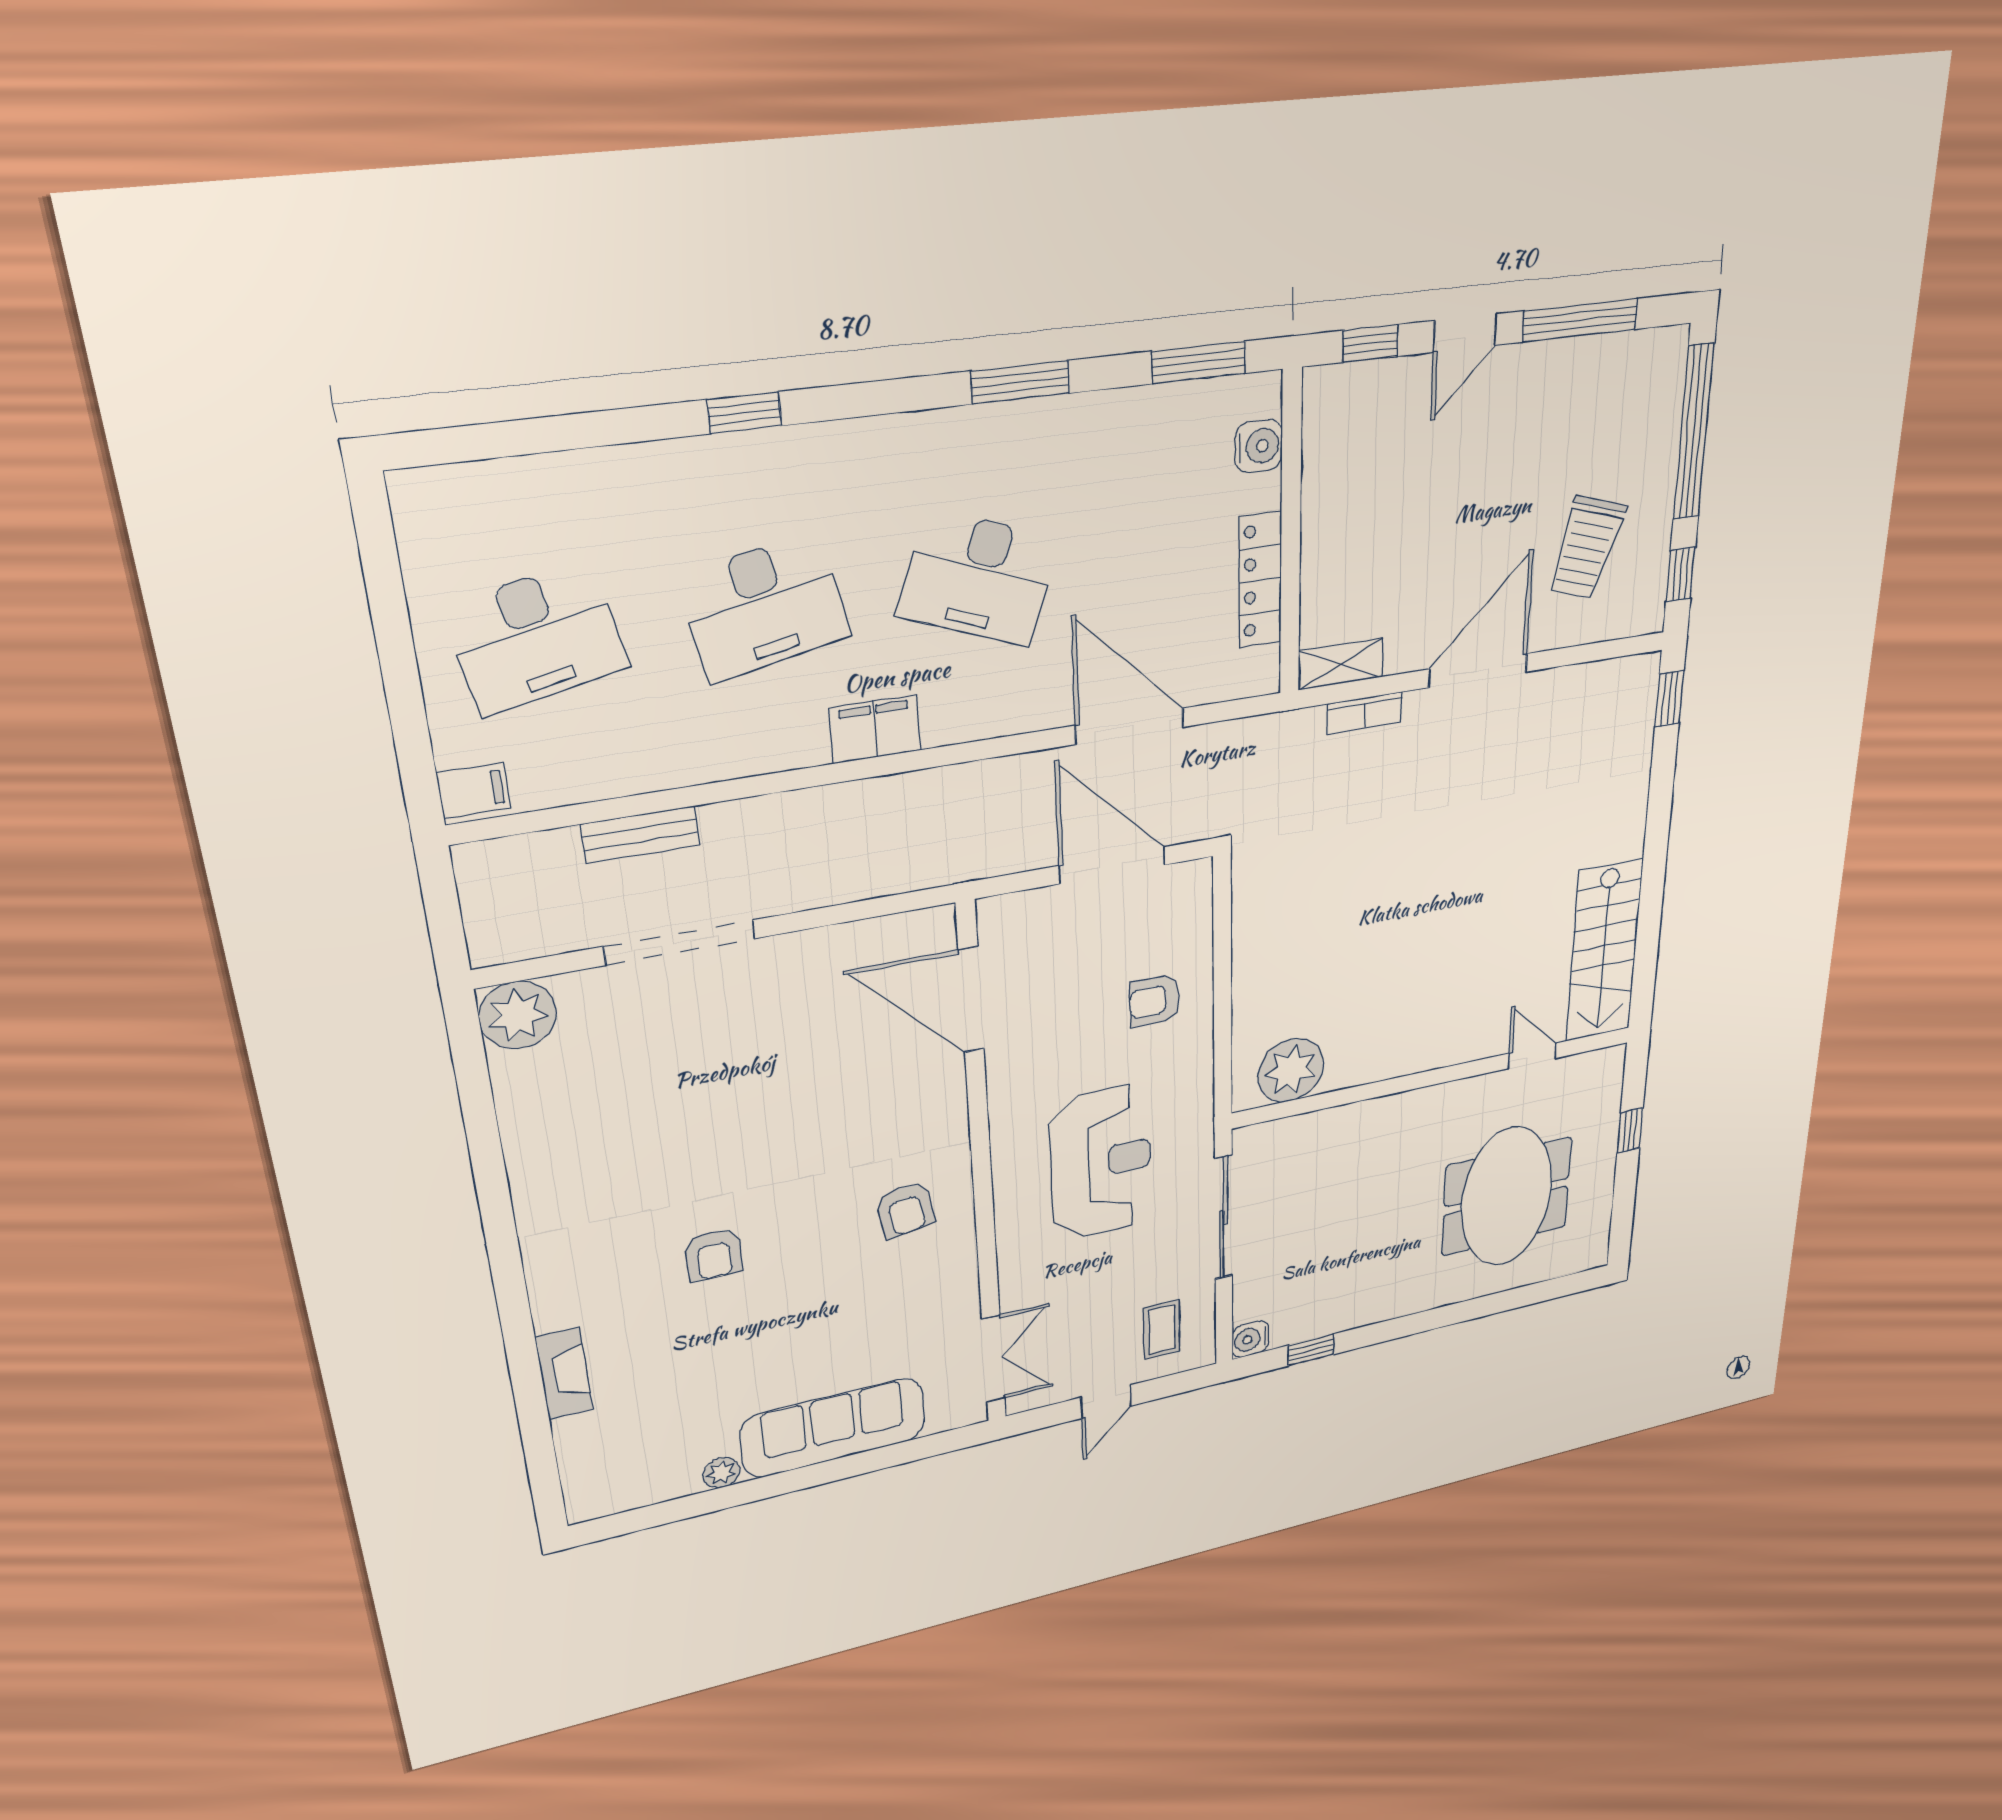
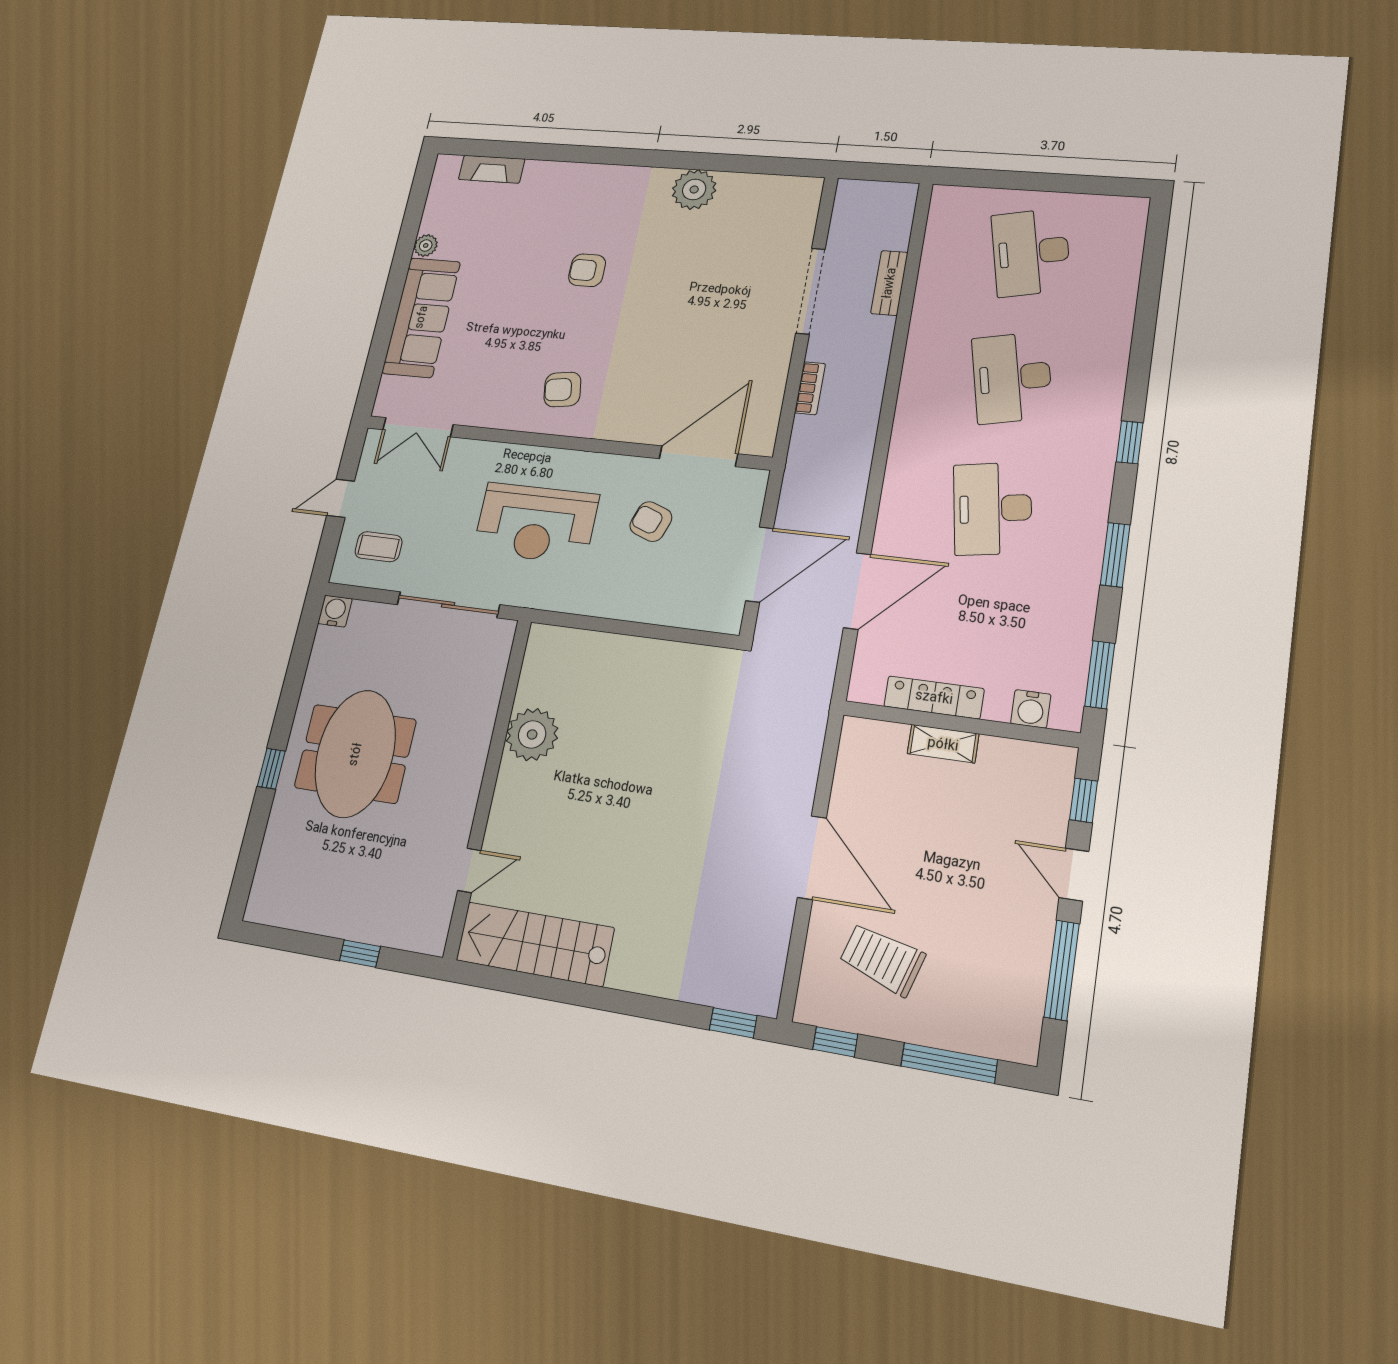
window: (744, 413) -> (1130, 442), moved
window: (1694, 432) -> (949, 1063), width x0.68
desk: (979, 578) -> (993, 509), turned -30
shelving: (1341, 664) -> (943, 744), moved, turned 90
bookcase: (1365, 713) -> (810, 388), moved, turned 180
filing cabinet: (875, 729) -> (911, 428), removed
filing cabinet: (474, 791) -> (949, 202), removed
armchair: (1155, 1001) -> (651, 522), moved, turned -70
plant: (518, 1015) -> (694, 189), moved
plant: (1291, 1070) -> (532, 734), moved
meeting table: (1507, 1196) -> (355, 754), moved, turned 90
window: (1311, 1350) -> (271, 769), moved
fireplace: (564, 1373) -> (492, 169), moved
door: (1106, 1402) -> (341, 498), hinge flipped

